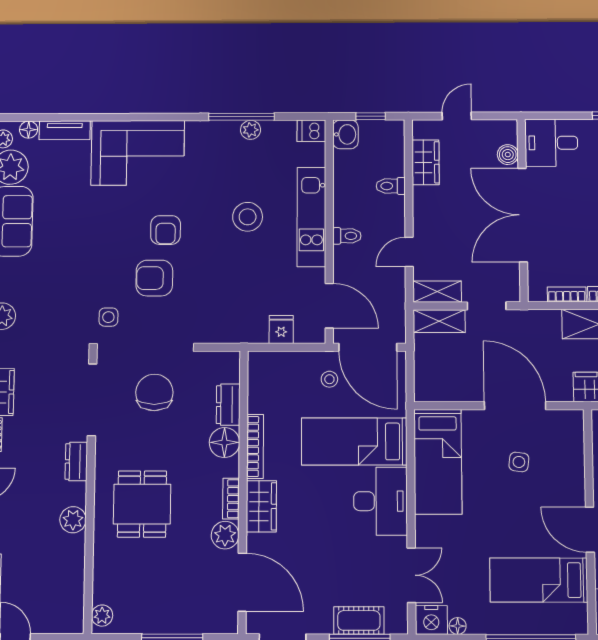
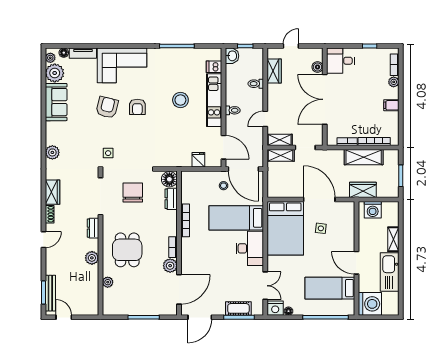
plant: (251, 130) -> (182, 53), removed
dishwasher: (311, 131) -> (214, 67), moved
armchair: (154, 278) -> (107, 107), moved, turned 104
floor lamp: (224, 442) -> (169, 179), moved
bed: (438, 462) -> (285, 228), width x1.50
wardrobe: (261, 506) -> (189, 251), removed
door: (242, 582) -> (179, 289), hinge flipped
plant: (102, 616) -> (108, 282), moved

